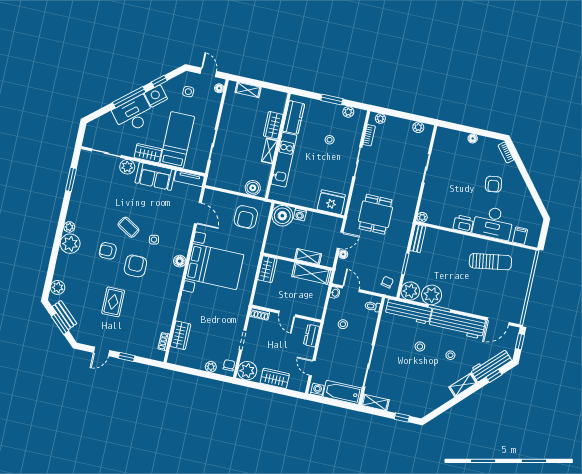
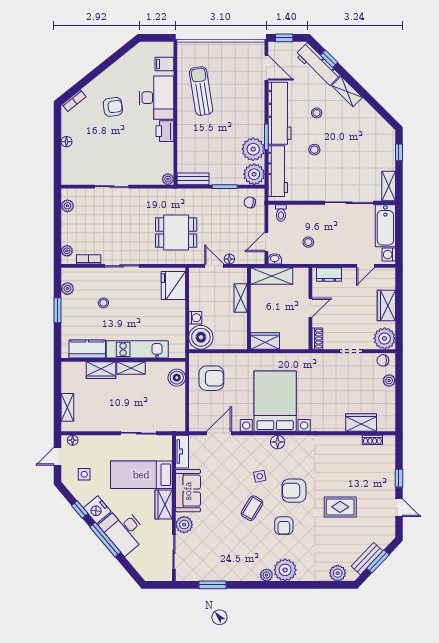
shelving: (311, 273) -> (272, 276), moved, turned 90

